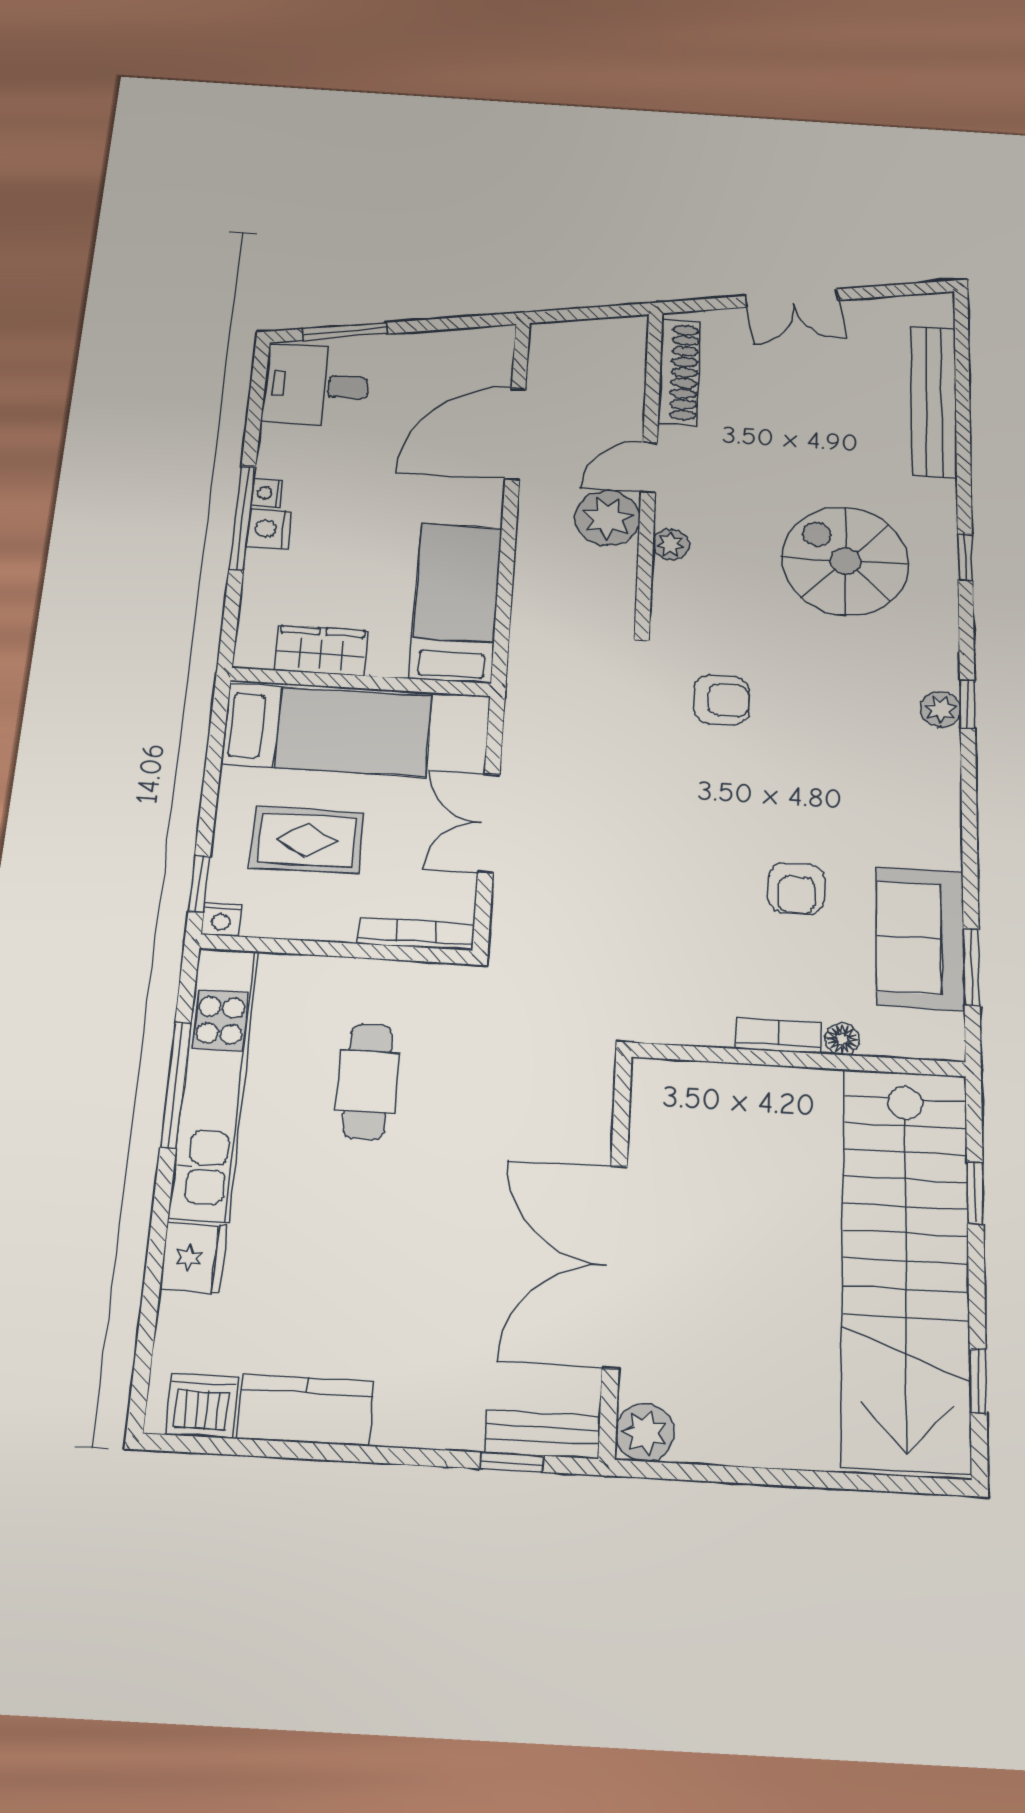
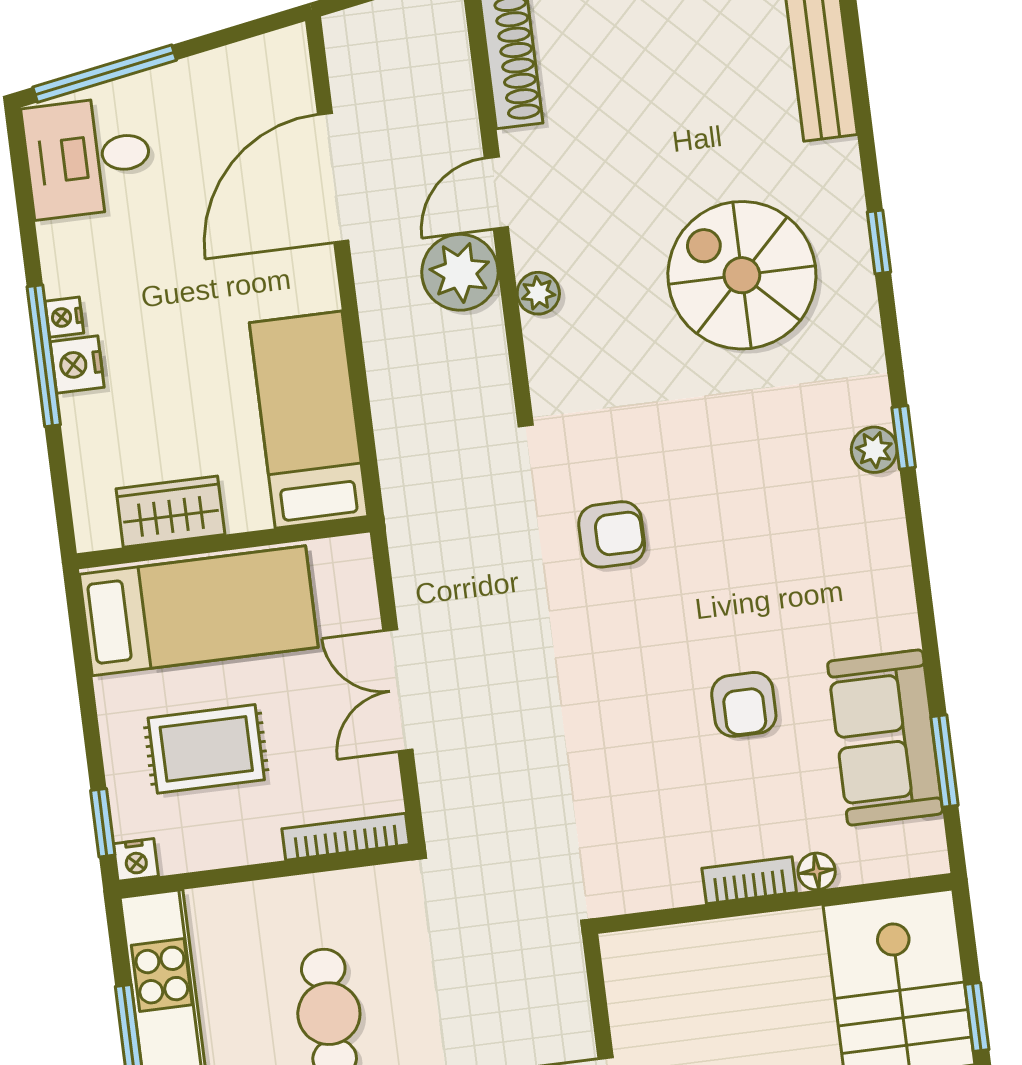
window: (344, 331) -> (105, 74), width x1.44
armchair: (722, 700) -> (612, 534), moved

